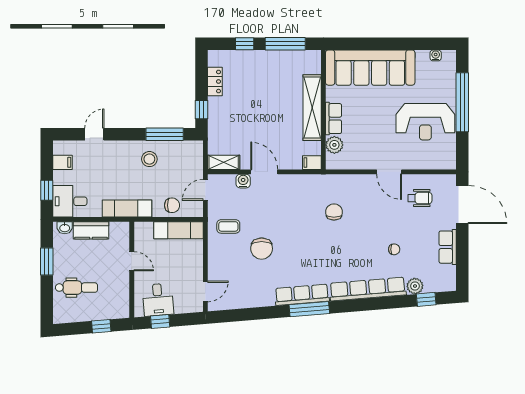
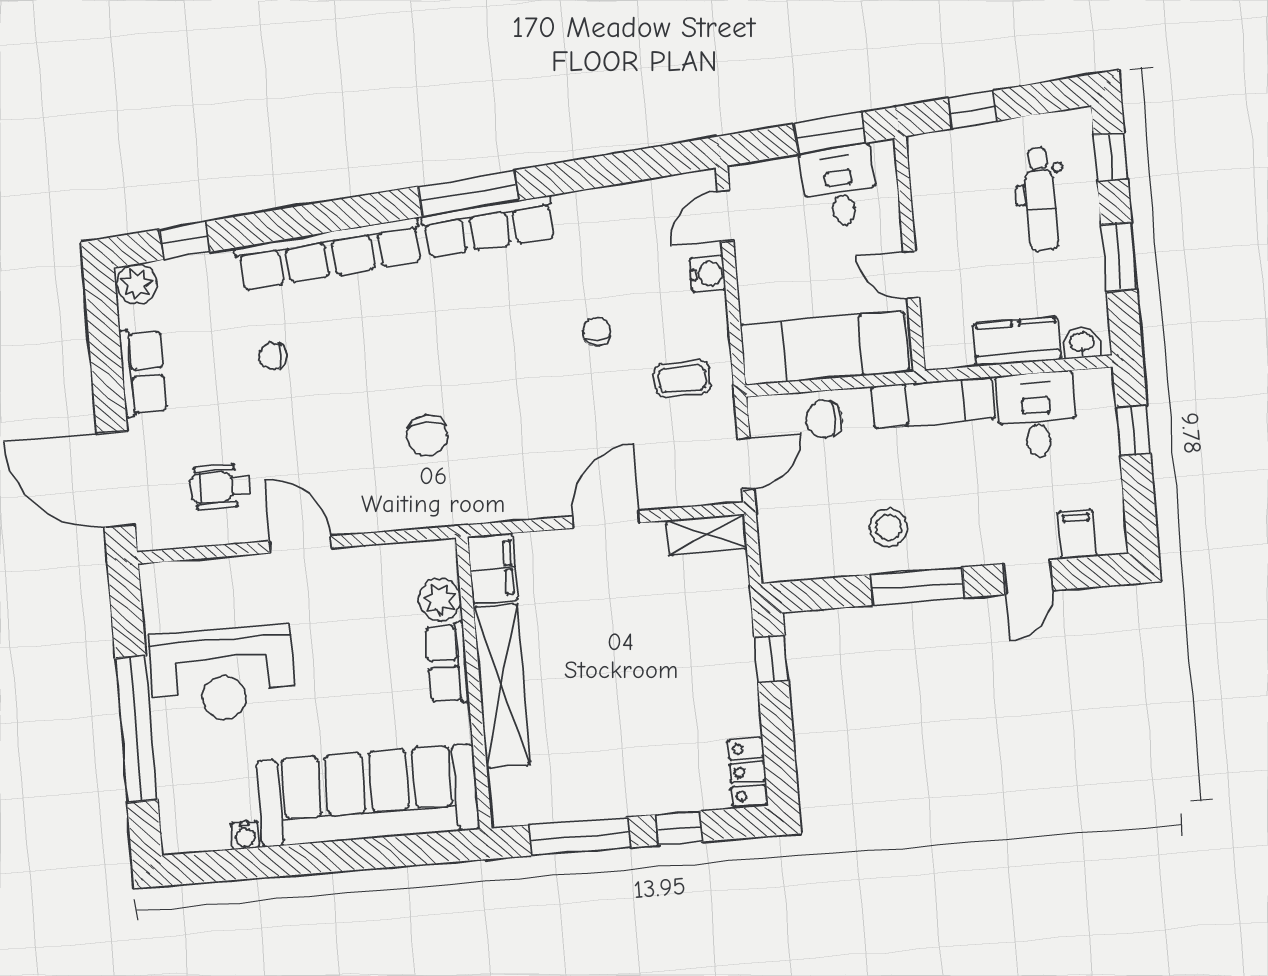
water cooler: (436, 55) -> (245, 835), moved
locker: (215, 82) -> (748, 772), moved
reception desk: (425, 122) -> (222, 674), turned 180
window: (165, 134) -> (918, 586), moved
filing cabinet: (62, 162) -> (1077, 534), moved, turned 90
filing cabinet: (312, 163) -> (493, 569), width x2.00
door: (264, 172) -> (606, 519), swing flipped
water cooler: (243, 181) -> (708, 274), moved, turned -90
desk: (70, 201) -> (1037, 415), moved, turned -90
exam couch: (178, 230) -> (825, 348), width x1.36, depth x1.45
chair: (262, 249) -> (597, 332), width x0.54, depth x0.54
plant: (415, 286) -> (137, 284), moved
dental chair: (77, 288) -> (1041, 199), turned -90
window: (47, 302) -> (1111, 157), added
window: (160, 321) -> (830, 133), width x1.50

